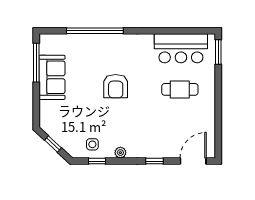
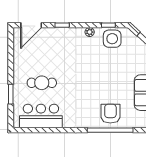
window: (218, 52) -> (11, 94), moved
armchair: (116, 86) -> (110, 114), moved
side table: (92, 144) -> (112, 39), width x1.87, depth x1.87

